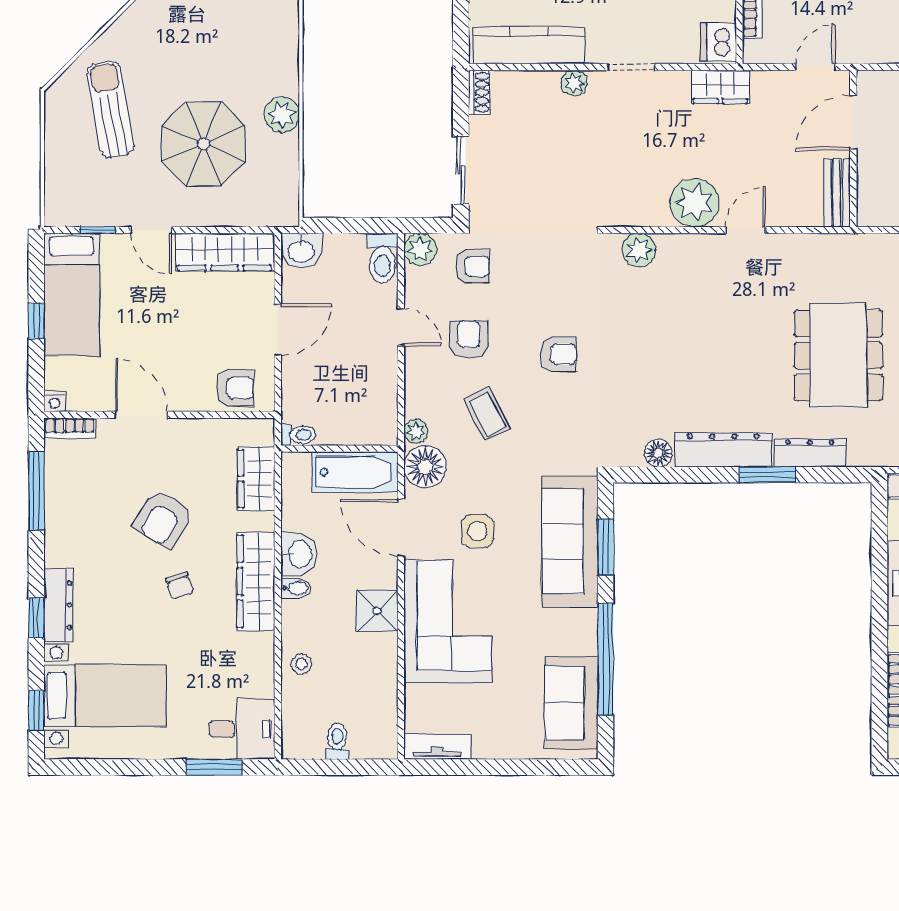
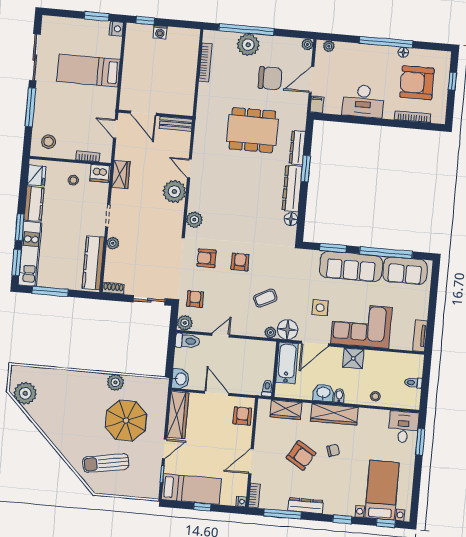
armchair: (469, 339) -> (207, 258), moved
sofa: (570, 541) -> (351, 266), moved
dresser: (58, 605) -> (306, 506), moved

